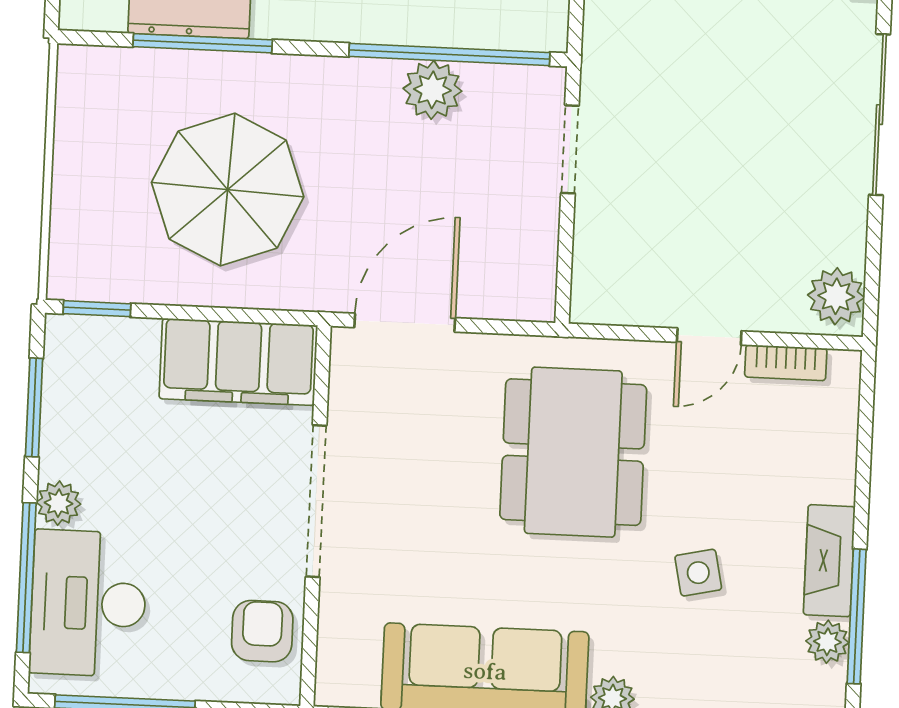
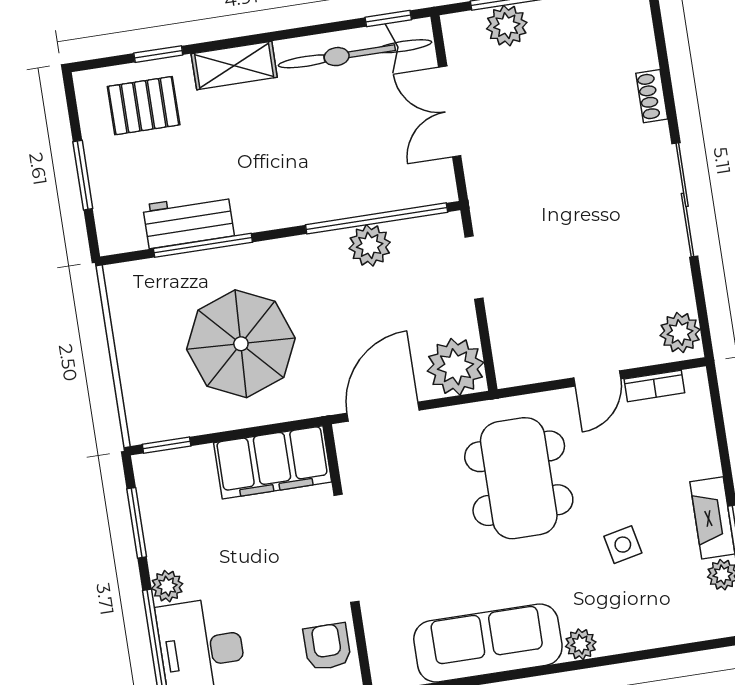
plant: (517, 281) -> (455, 367), added

